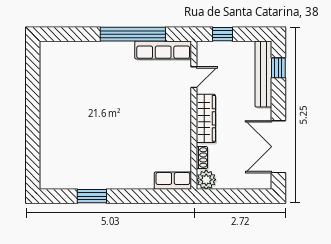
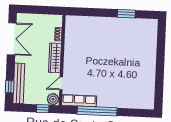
plant: (206, 180) -> (53, 99), moved
row of seats: (173, 181) -> (77, 21), removed

